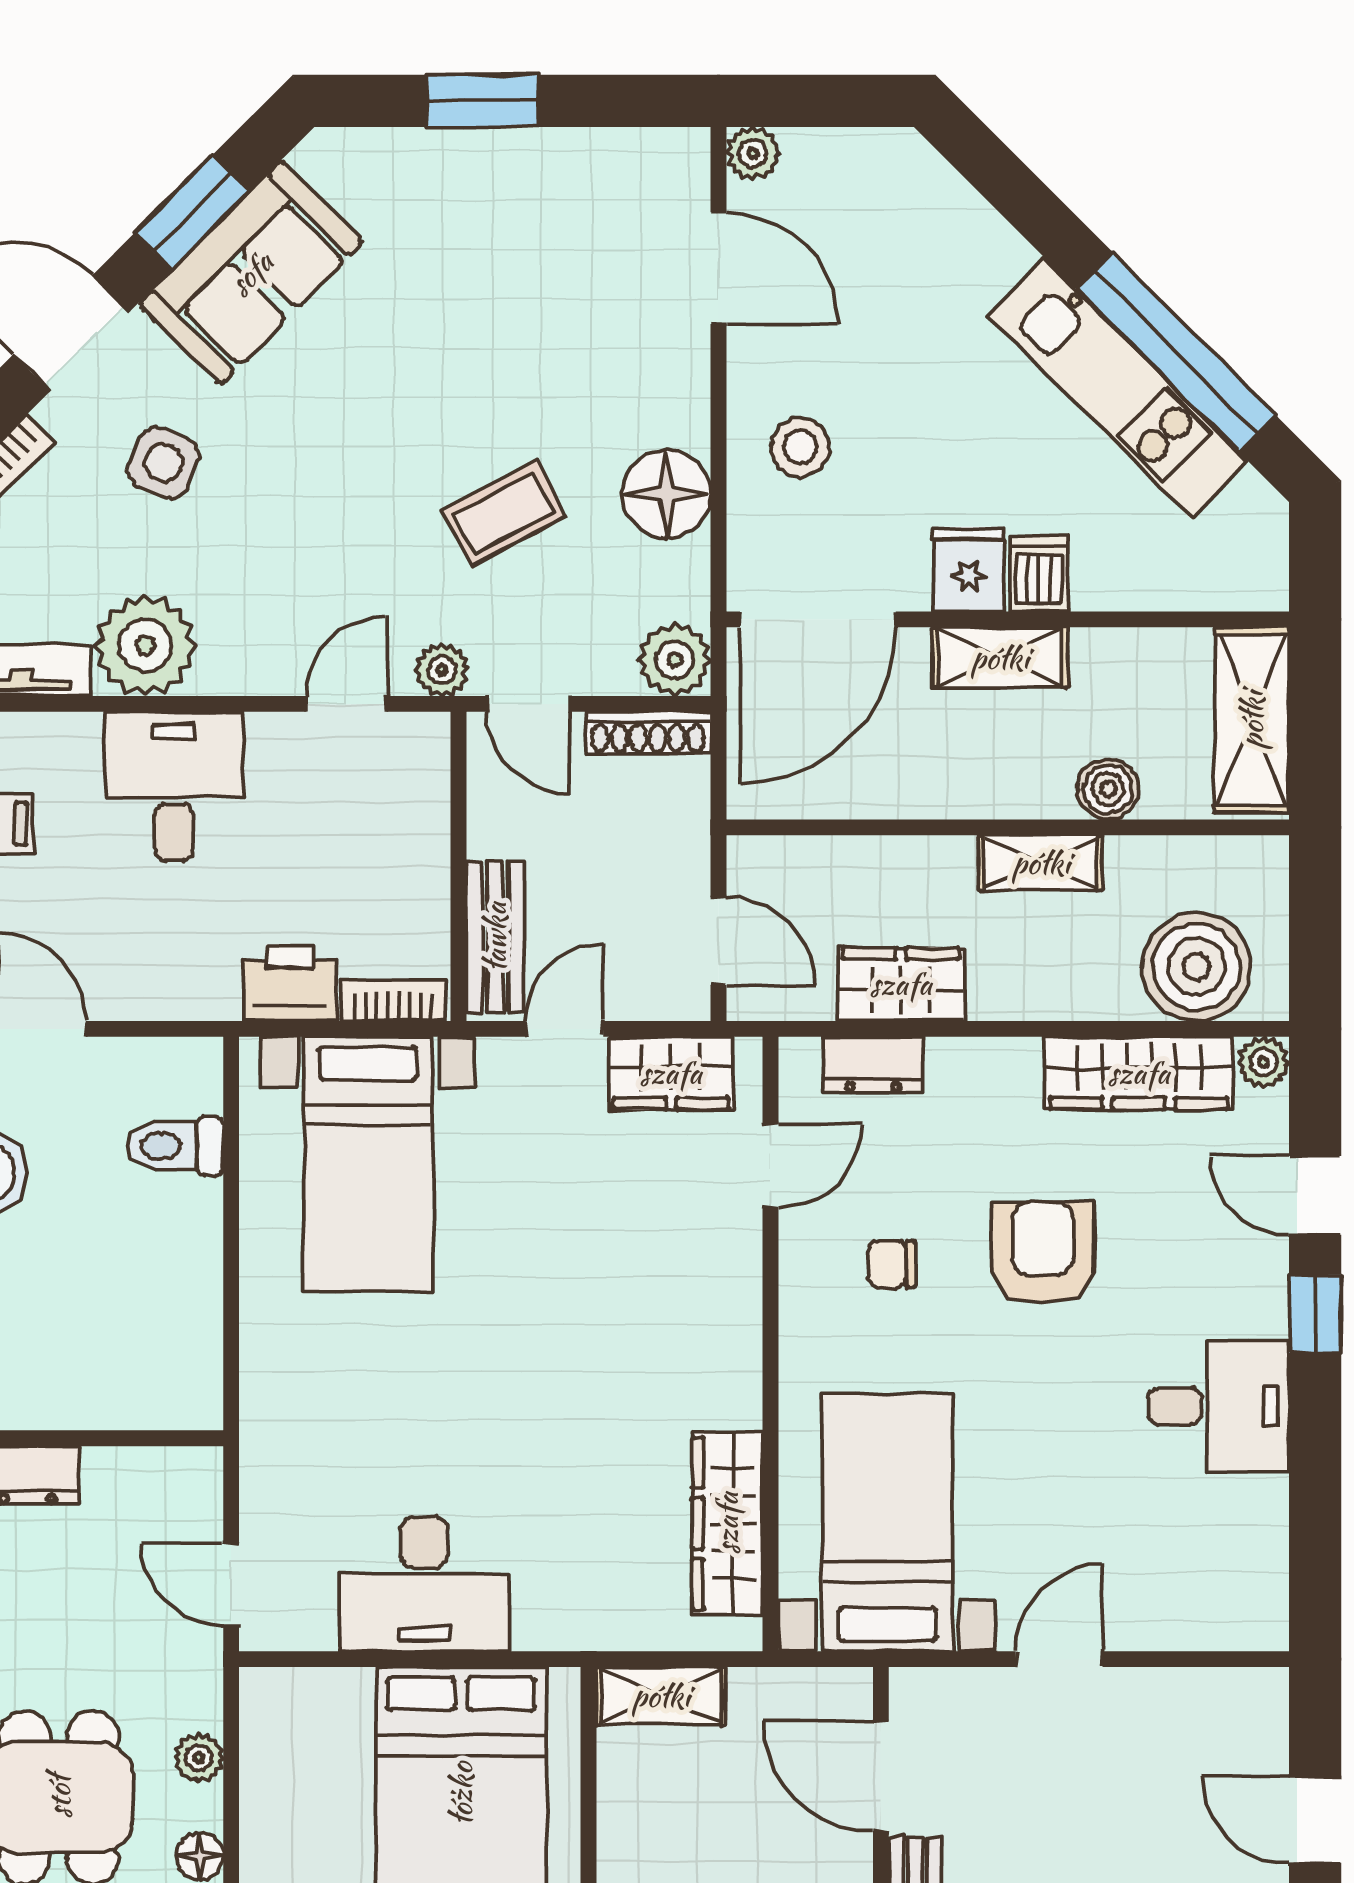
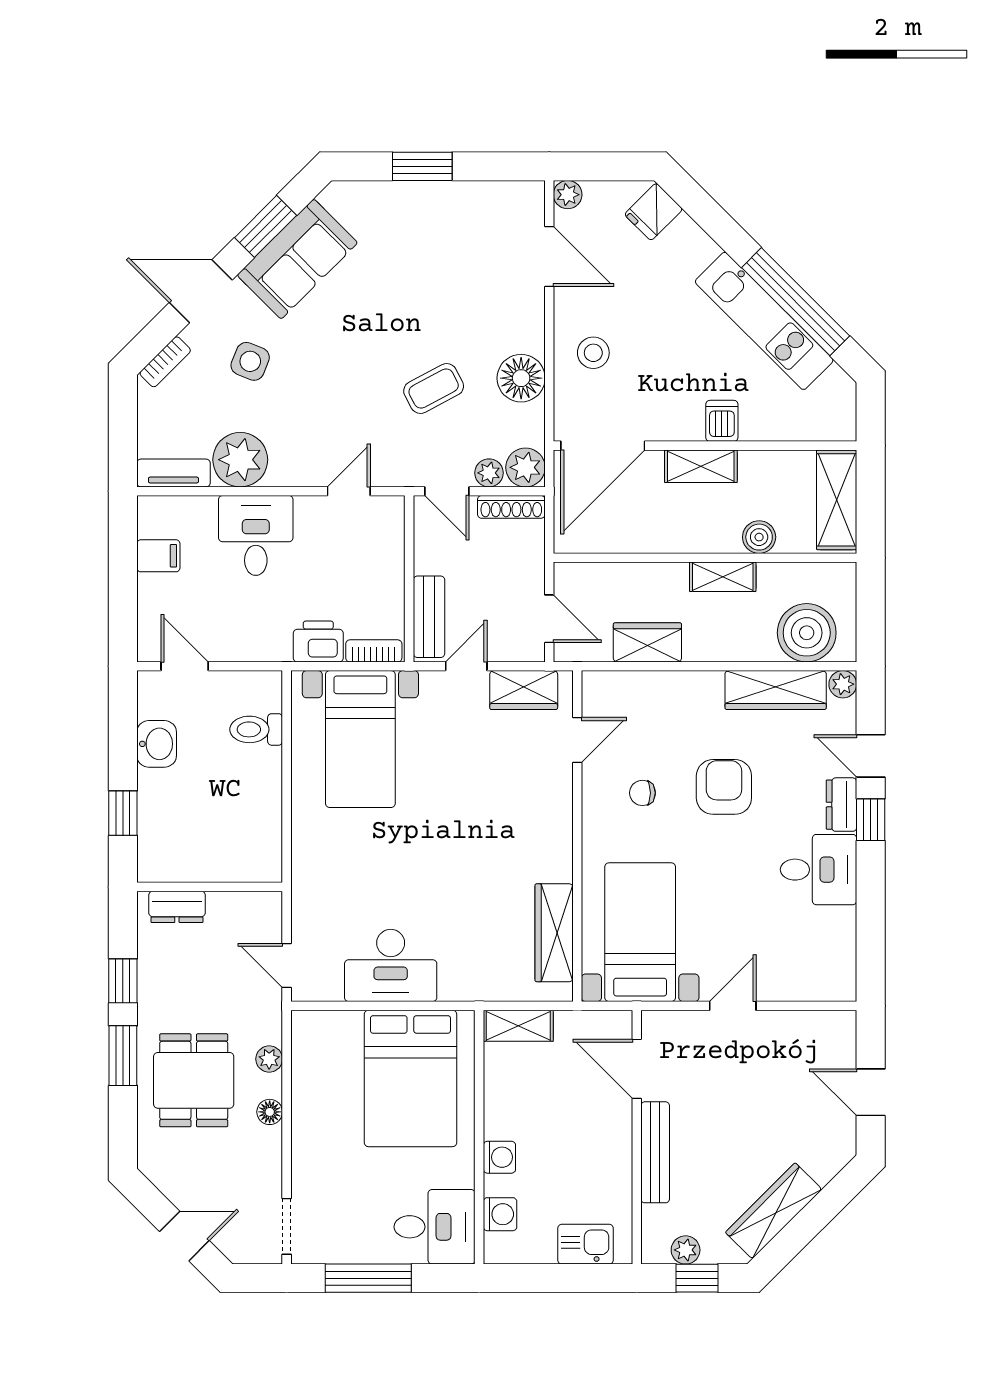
fridge: (969, 569) -> (654, 212), moved, turned -135
plant: (442, 670) -> (489, 473), moved
dresser: (873, 1065) -> (841, 805), moved, turned 90

